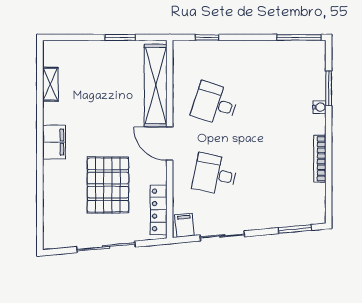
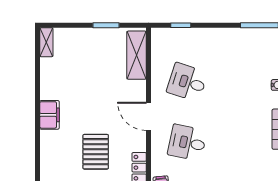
shelving: (50, 84) -> (46, 42), moved
shelving: (156, 85) -> (137, 55), width x0.68
pallet: (108, 185) -> (96, 152), width x0.73, depth x0.71

